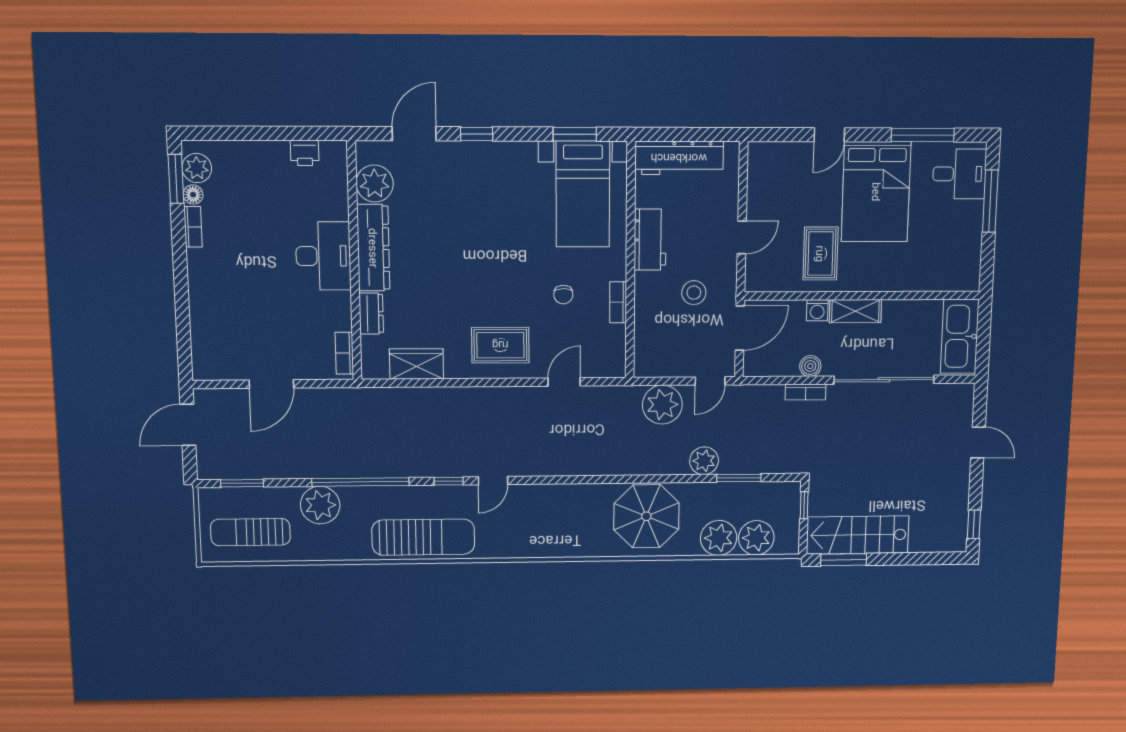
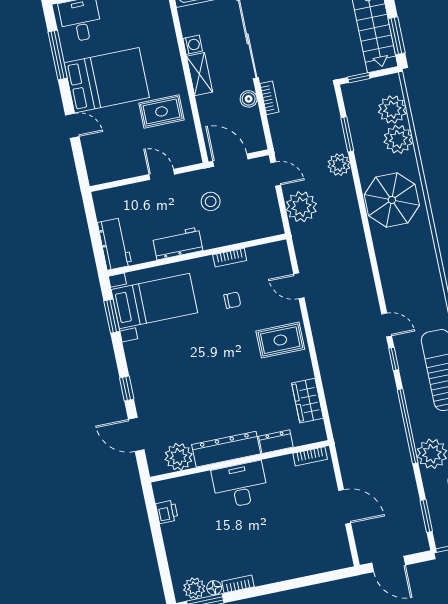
workbench: (679, 158) -> (115, 244), width x0.73
washing machine: (817, 310) -> (193, 45), moved
rug: (500, 345) -> (280, 340), turned 90

